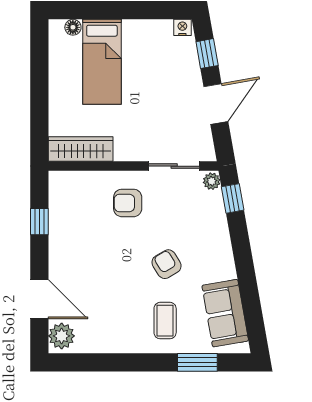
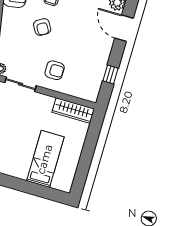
floor lamp: (73, 27) -> (57, 184), removed

